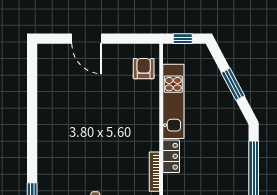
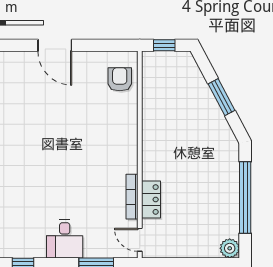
kitchen unit: (173, 101) -> (154, 117), removed
locker: (171, 156) -> (151, 199), moved

